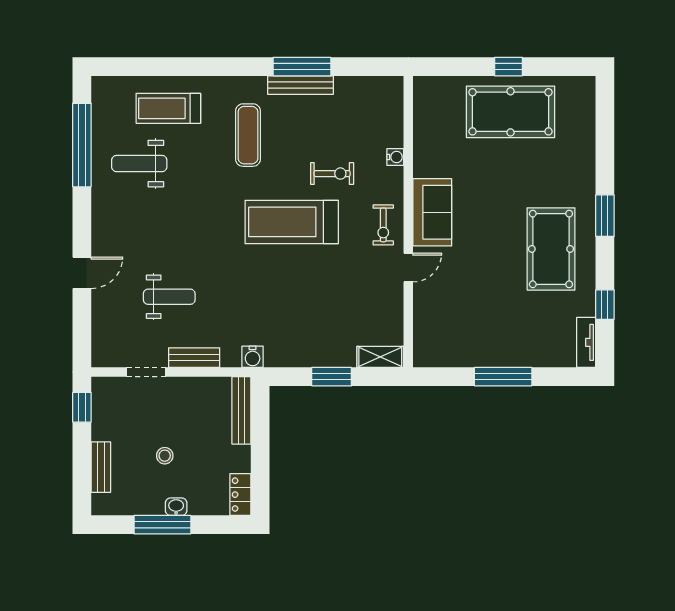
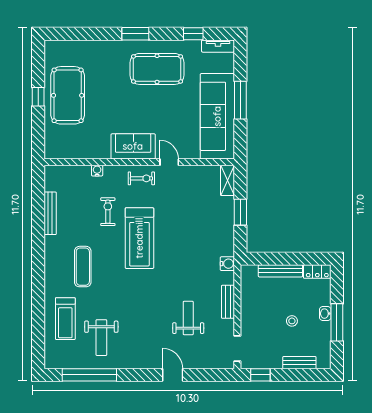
window: (302, 67) -> (38, 231), removed
bench: (301, 85) -> (50, 213), moved
exercise mat: (248, 135) -> (83, 267), turned 90
sofa: (478, 341) -> (217, 116), added
doorway: (146, 372) -> (237, 348), moved
bench: (241, 410) -> (280, 271), moved

